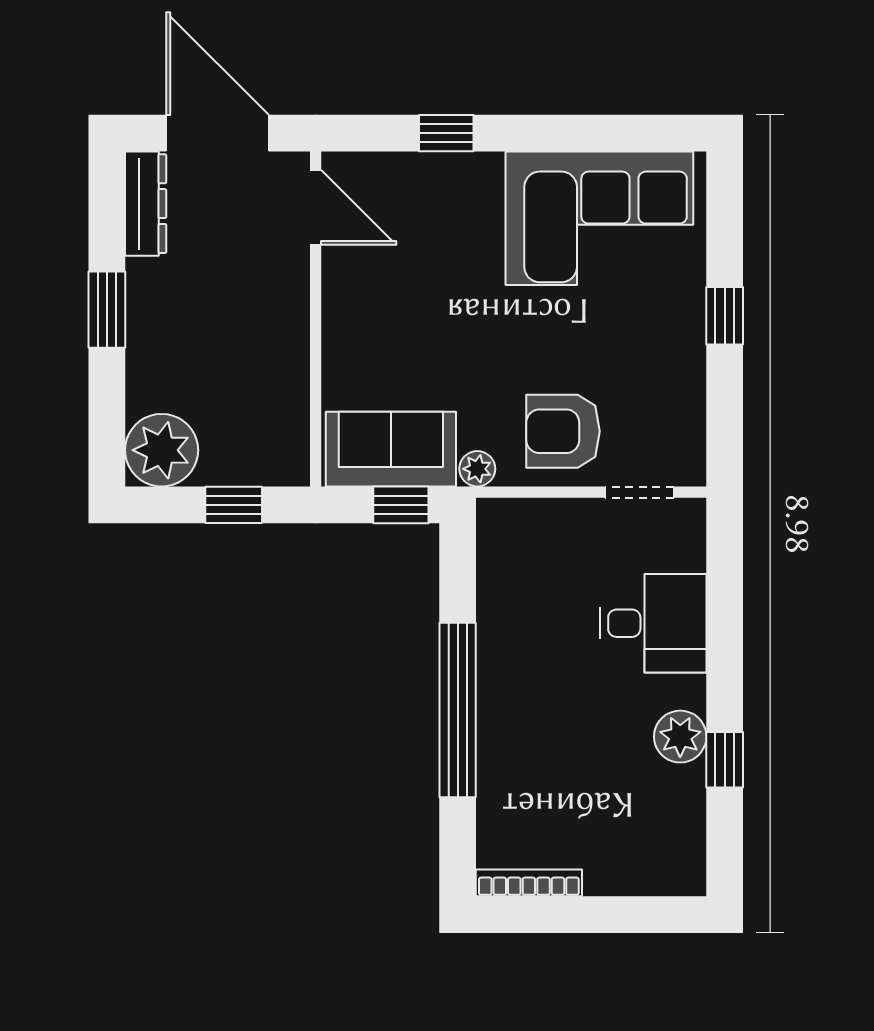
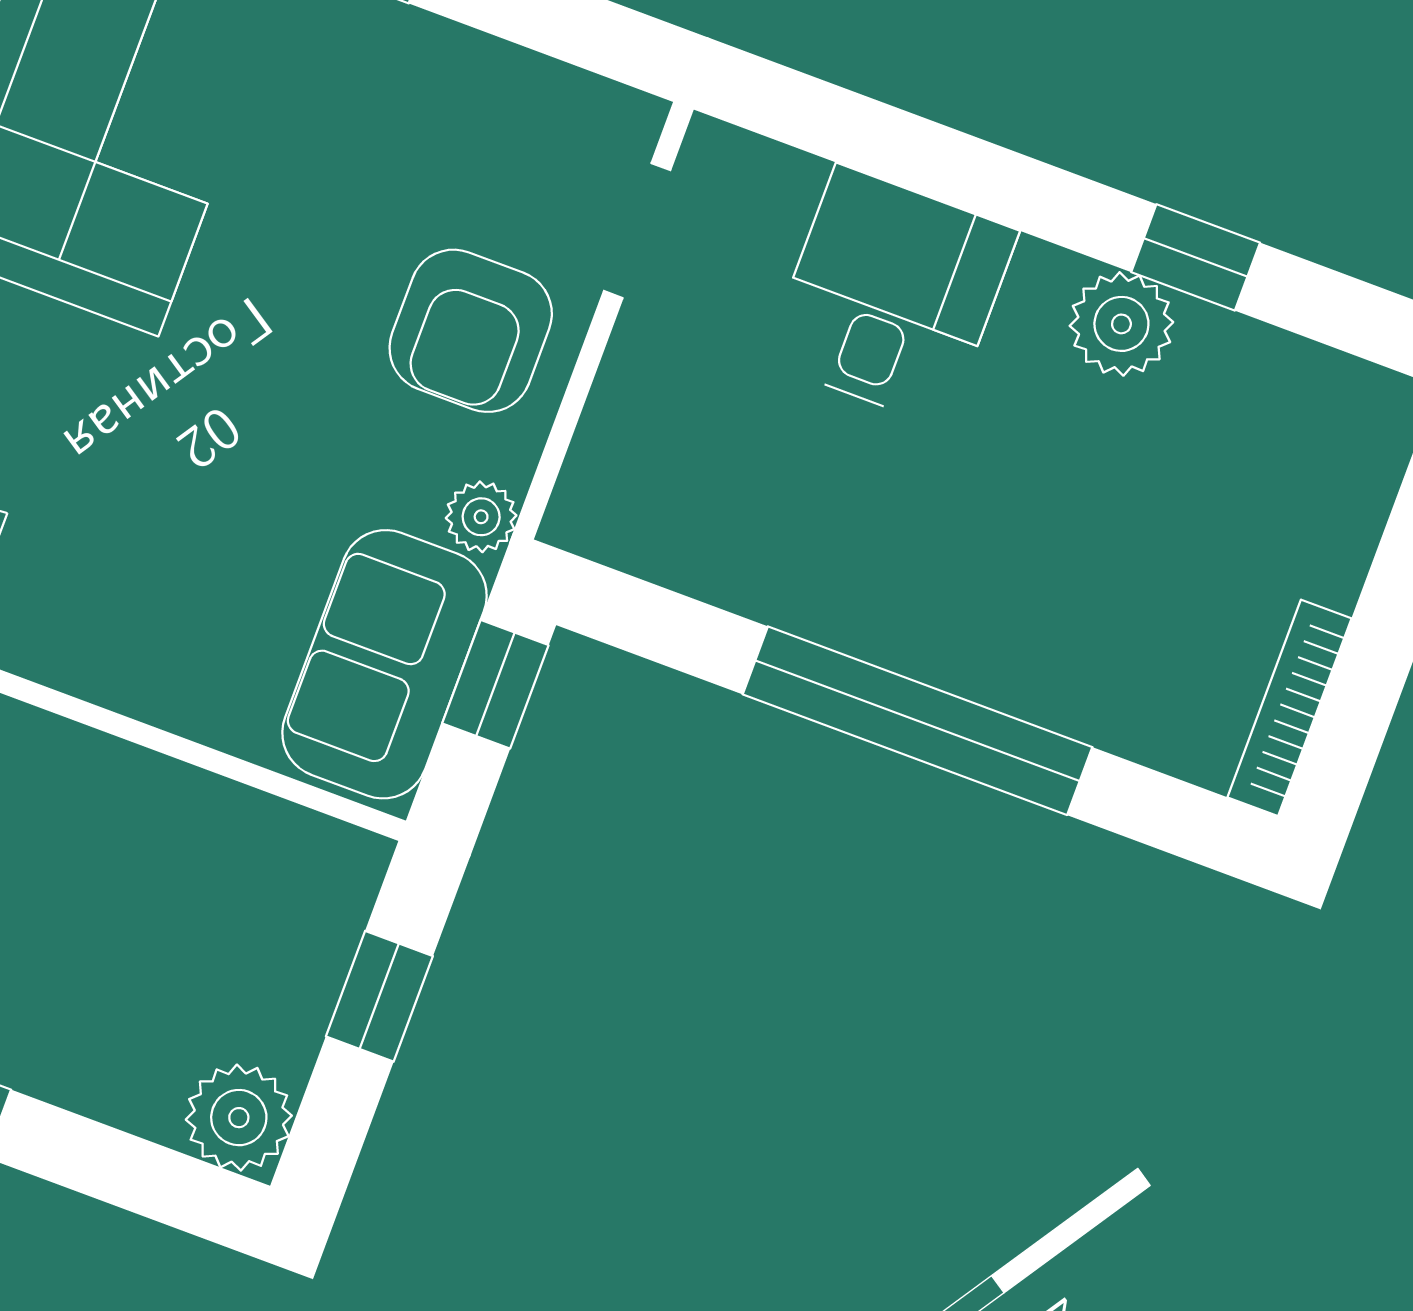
plant: (162, 450) -> (239, 1118), width x0.73, depth x0.73

